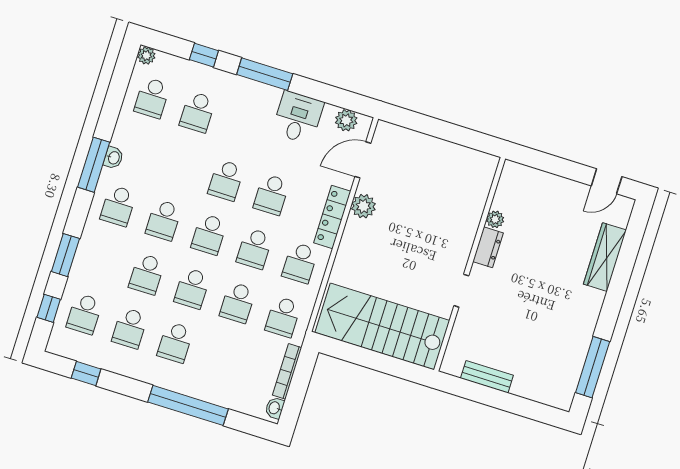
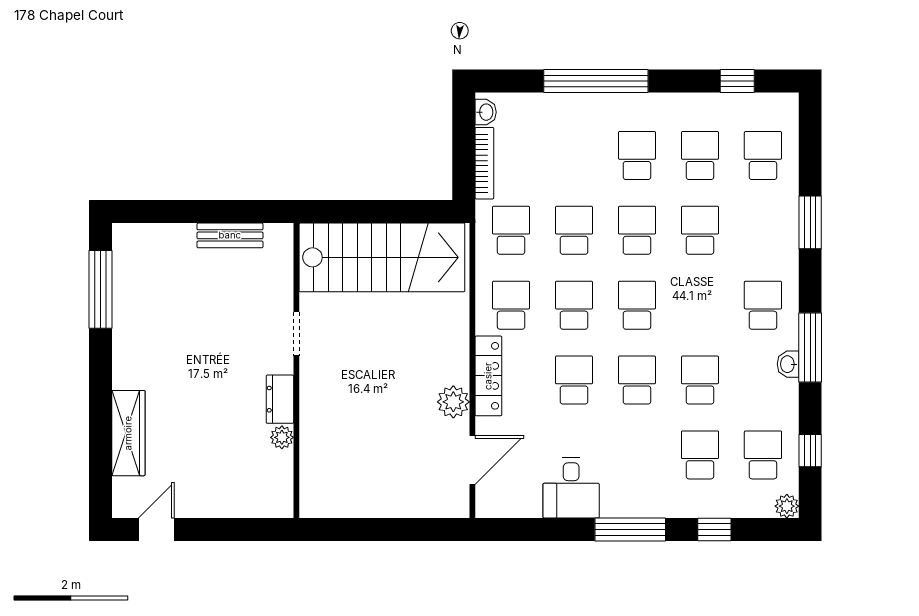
plant: (346, 120) -> (509, 503), removed
school desk: (164, 220) -> (700, 380), moved
window: (49, 308) -> (810, 451), moved

